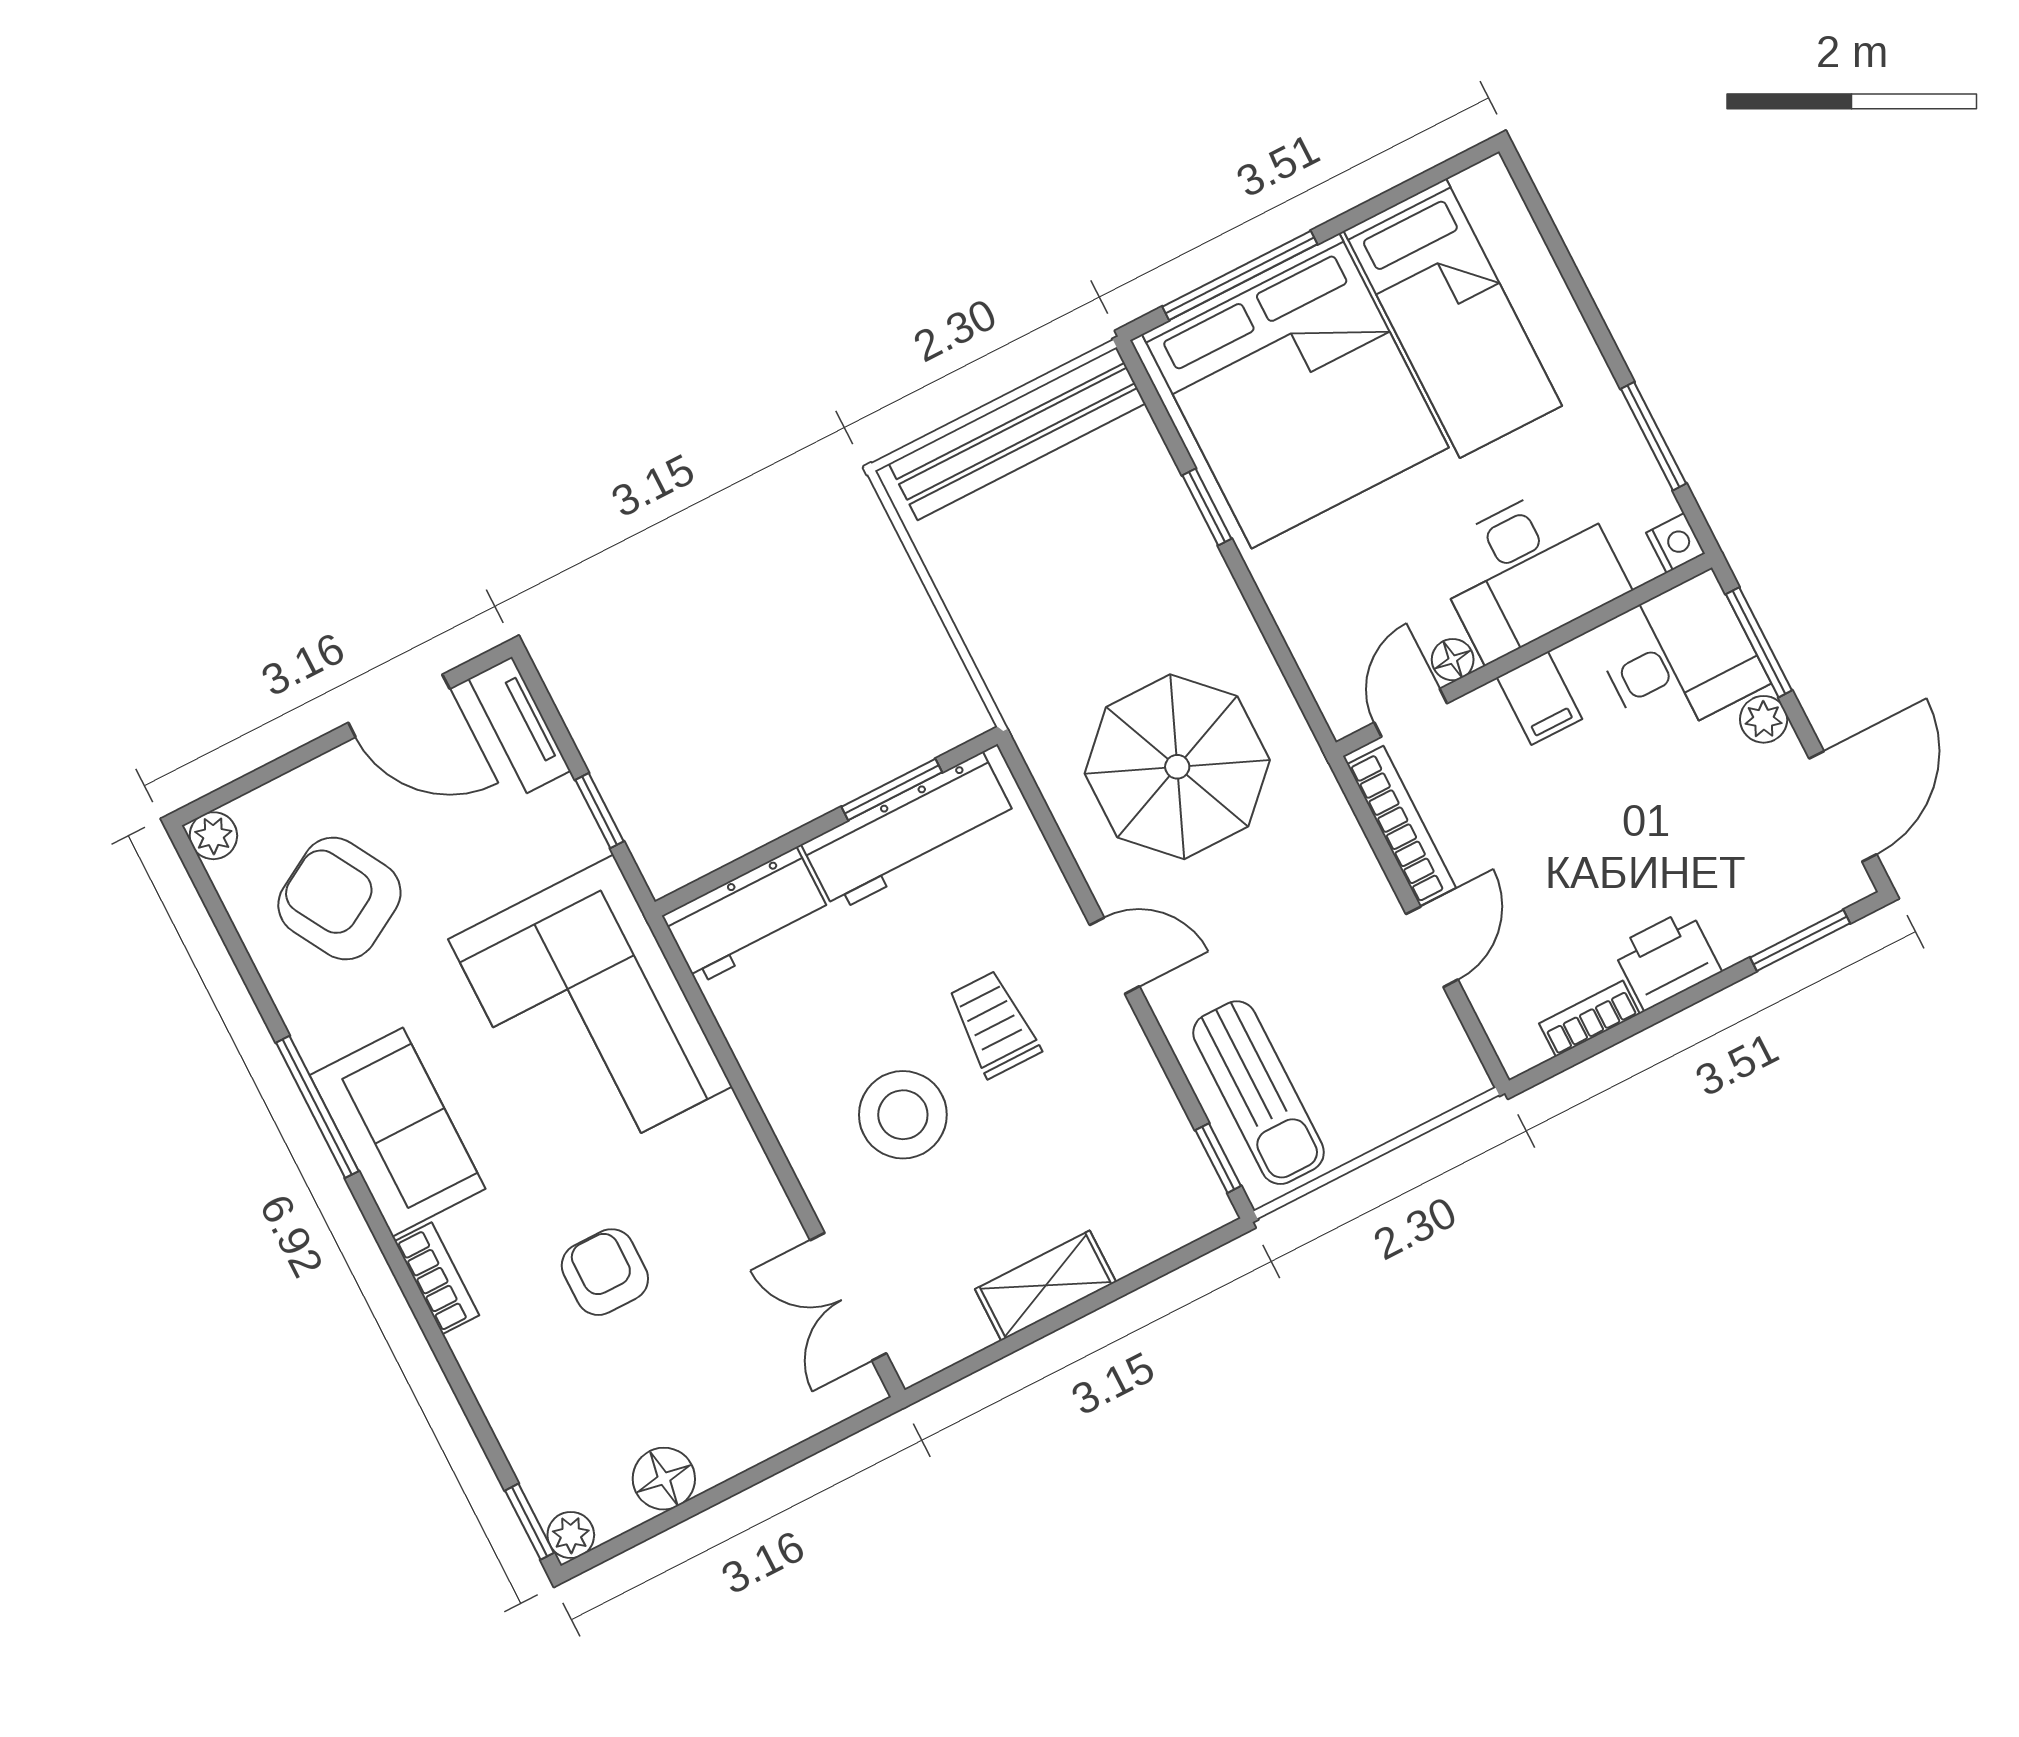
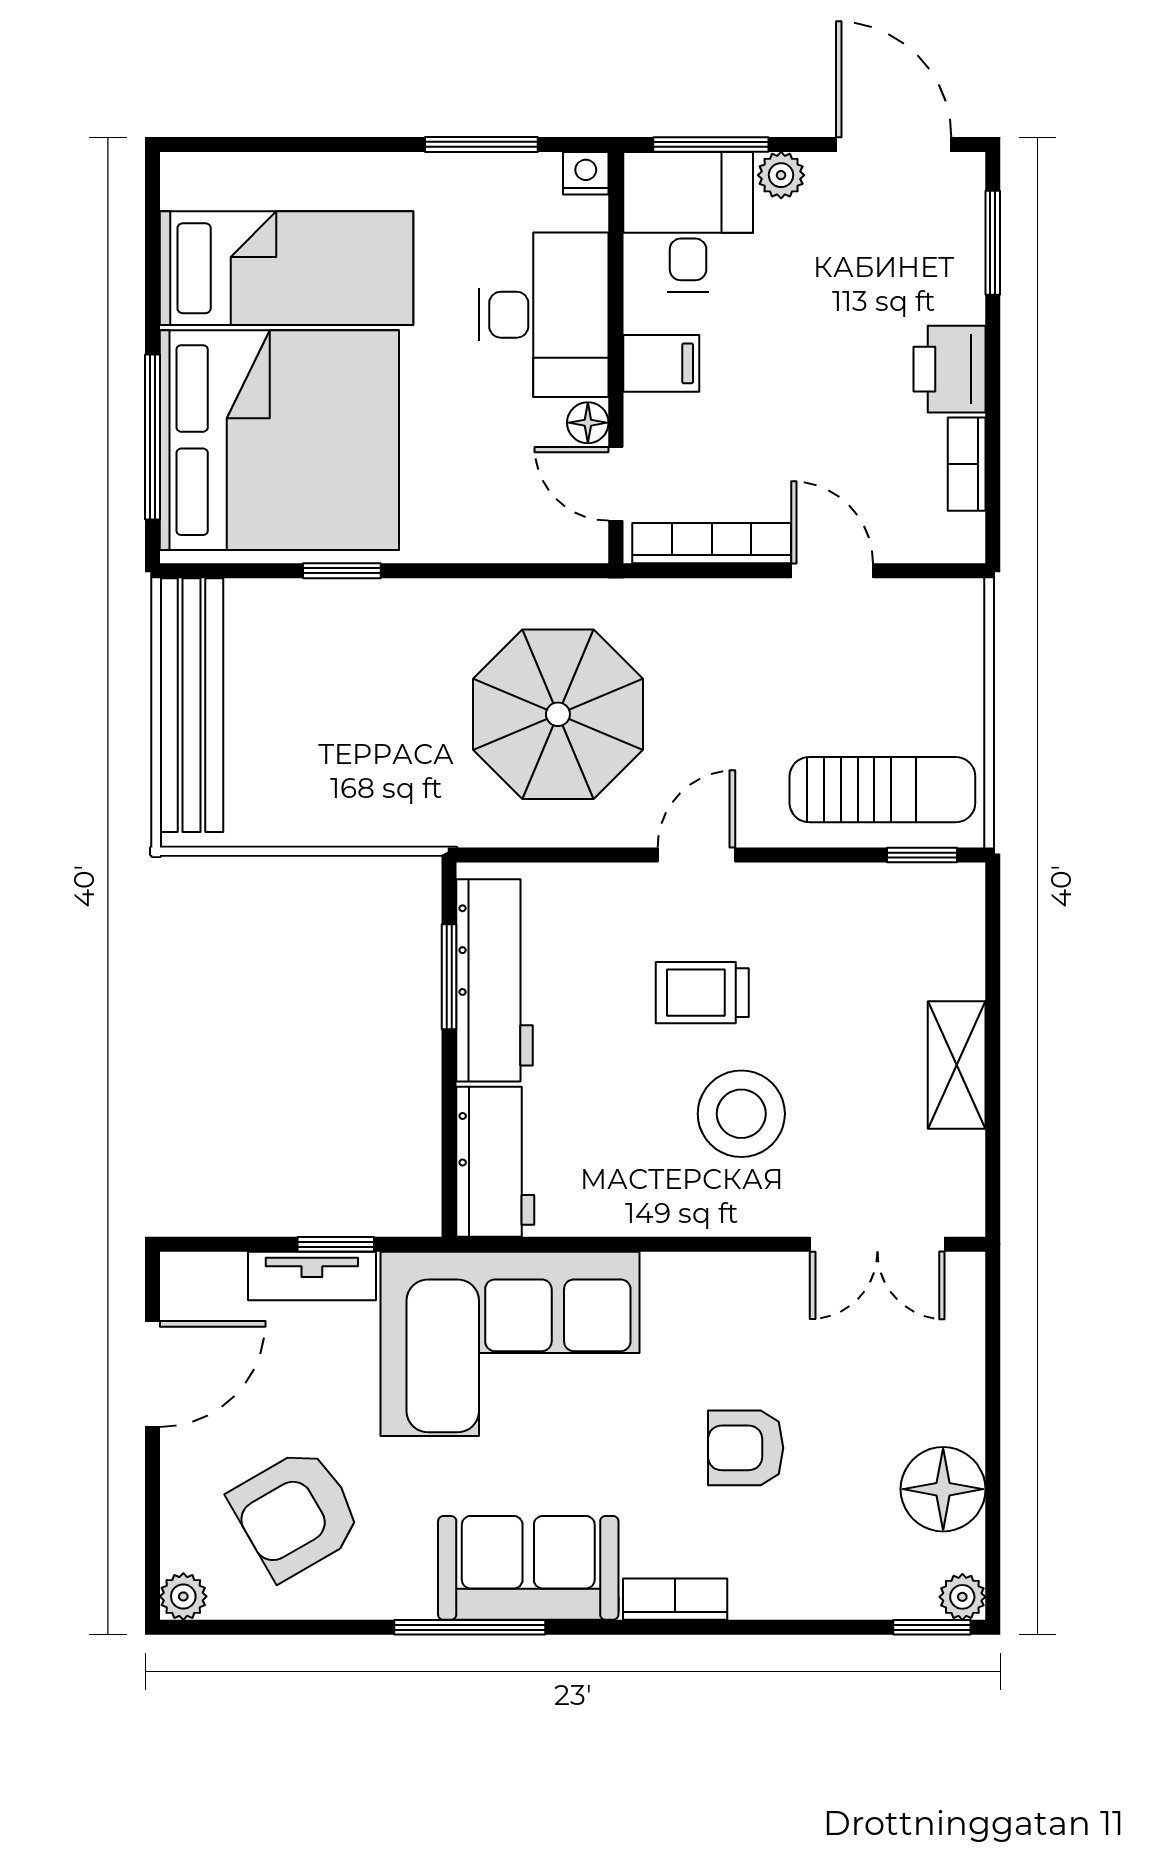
tv unit: (520, 725) -> (312, 1276), moved
floor lamp: (664, 1479) -> (943, 1489), width x1.38, depth x1.38

